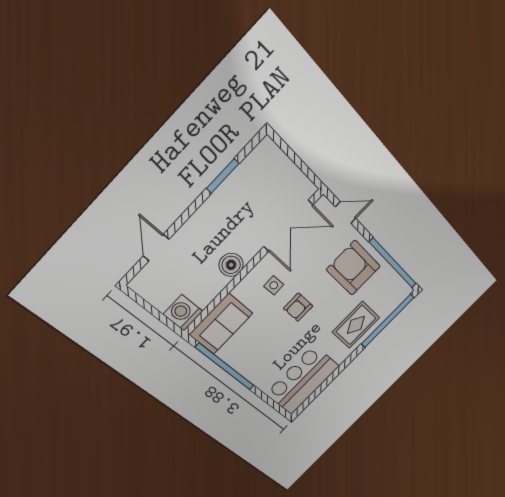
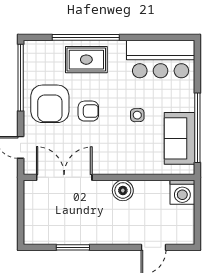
side table: (274, 285) -> (137, 115), moved
armchair: (298, 307) -> (88, 111), moved
window: (388, 321) -> (86, 37), moved
sofa: (221, 324) -> (179, 138), moved, turned -90

